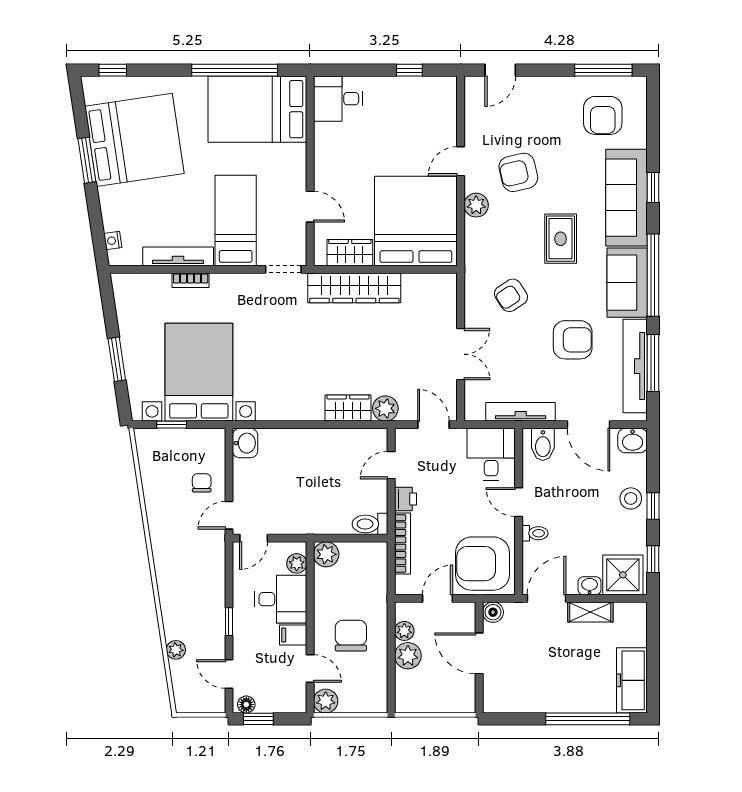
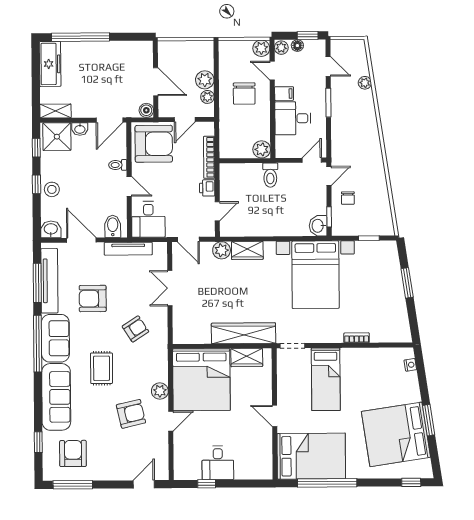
desk: (338, 99) -> (218, 463), moved, turned 90
window: (653, 188) -> (38, 442), moved
door: (310, 207) -> (275, 416), moved
tv unit: (178, 256) -> (365, 354), removed
bed with nightstands: (199, 372) -> (315, 275), moved
window: (229, 456) -> (329, 217), added
toilet: (370, 524) -> (270, 175), moved, turned 90
plant: (297, 563) -> (281, 48), moved
shelving: (590, 612) -> (55, 111), moved
window: (229, 622) -> (328, 103), width x1.50
floor lamp: (246, 705) -> (297, 46), moved

